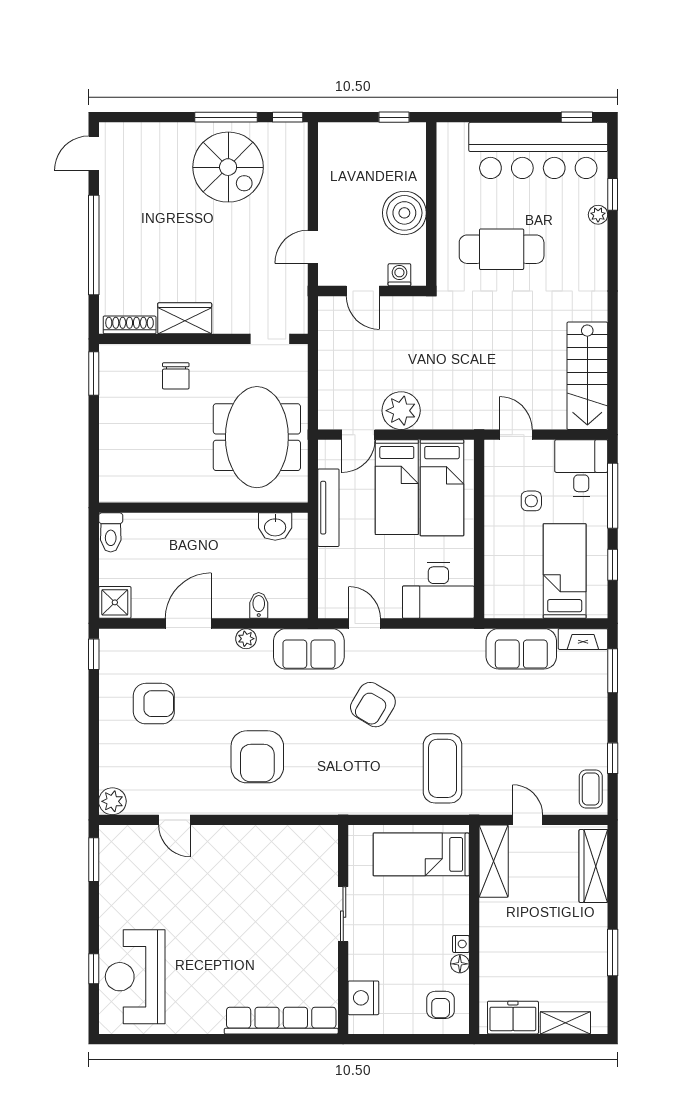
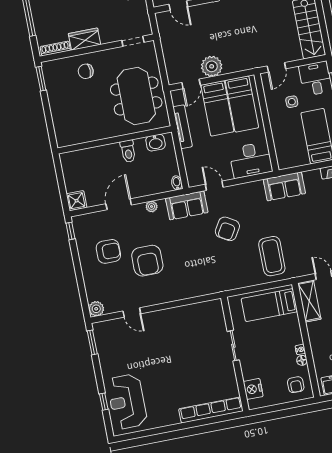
chair: (176, 376) -> (86, 71), turned 90
door: (516, 435) -> (276, 67), swing flipped
toilet: (111, 532) -> (128, 151), moved
bidet: (259, 605) -> (177, 183), moved
sofa: (521, 649) -> (284, 186), moved
armchair: (257, 757) -> (147, 261), moved

